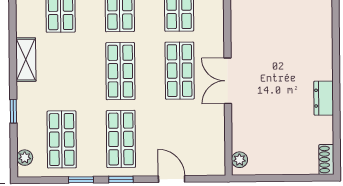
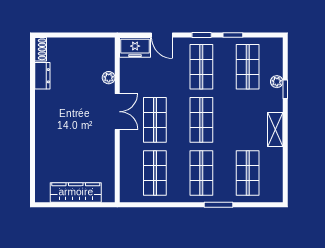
dresser: (324, 98) -> (42, 76), moved
plant: (25, 158) -> (277, 82), moved
plant: (239, 160) -> (109, 78), moved
freezer: (206, 163) -> (135, 47), added

